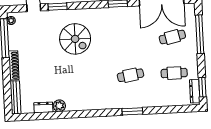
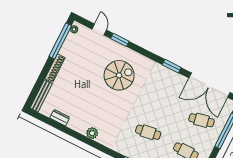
spiral stairs: (75, 39) -> (119, 75), turned -90
plant: (59, 106) -> (92, 133), moved

